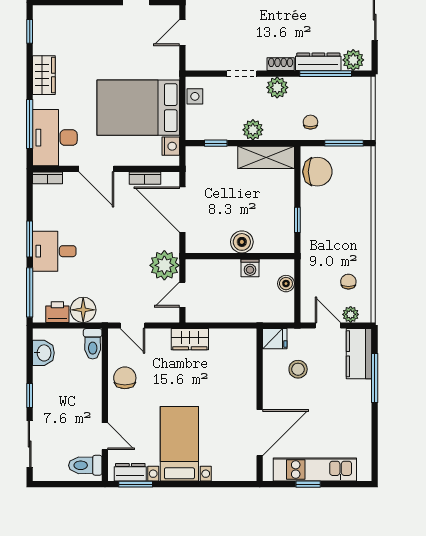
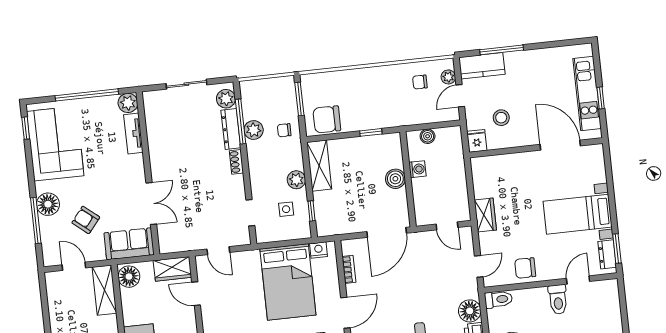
doorway: (242, 74) -> (250, 213), moved
plant: (277, 87) -> (254, 130), moved
side table: (195, 96) -> (286, 209), moved
chair: (317, 172) -> (327, 119), turned -90
door: (182, 209) -> (387, 232), moved
plant: (164, 265) -> (423, 244), removed
toilet: (85, 465) -> (558, 299), moved

